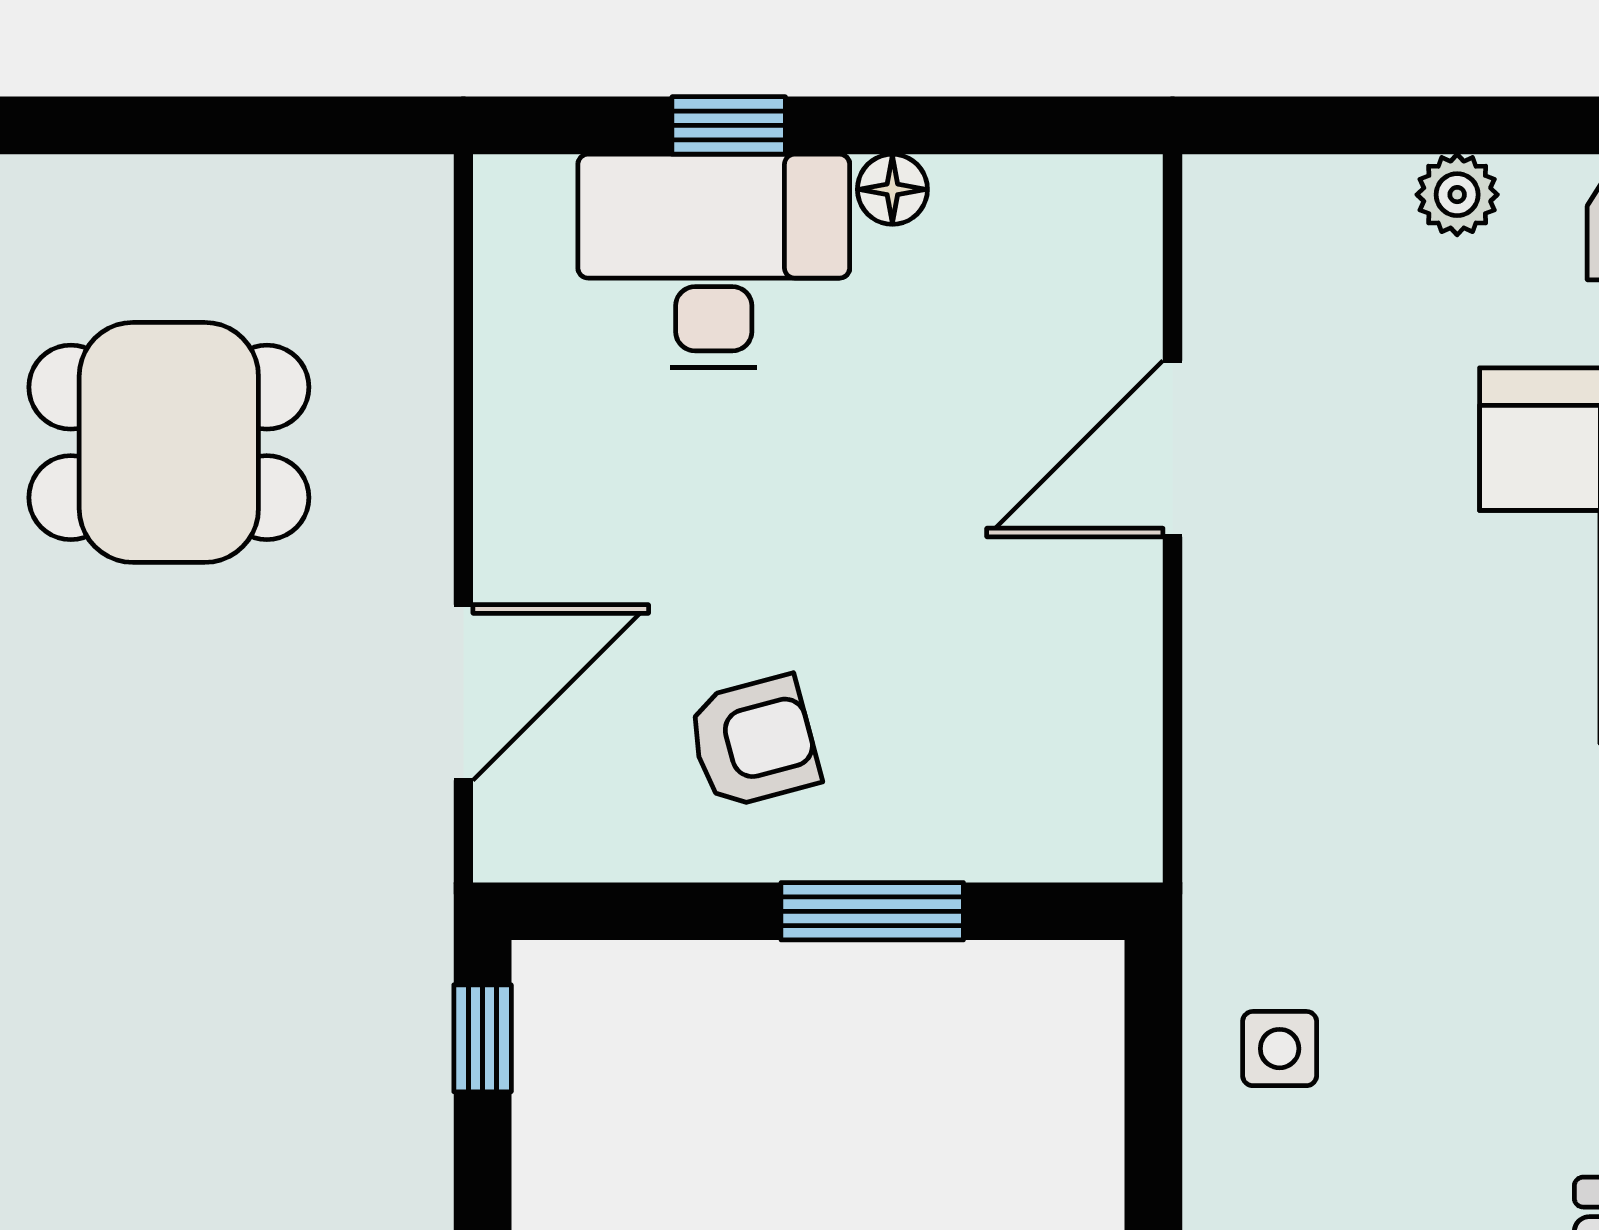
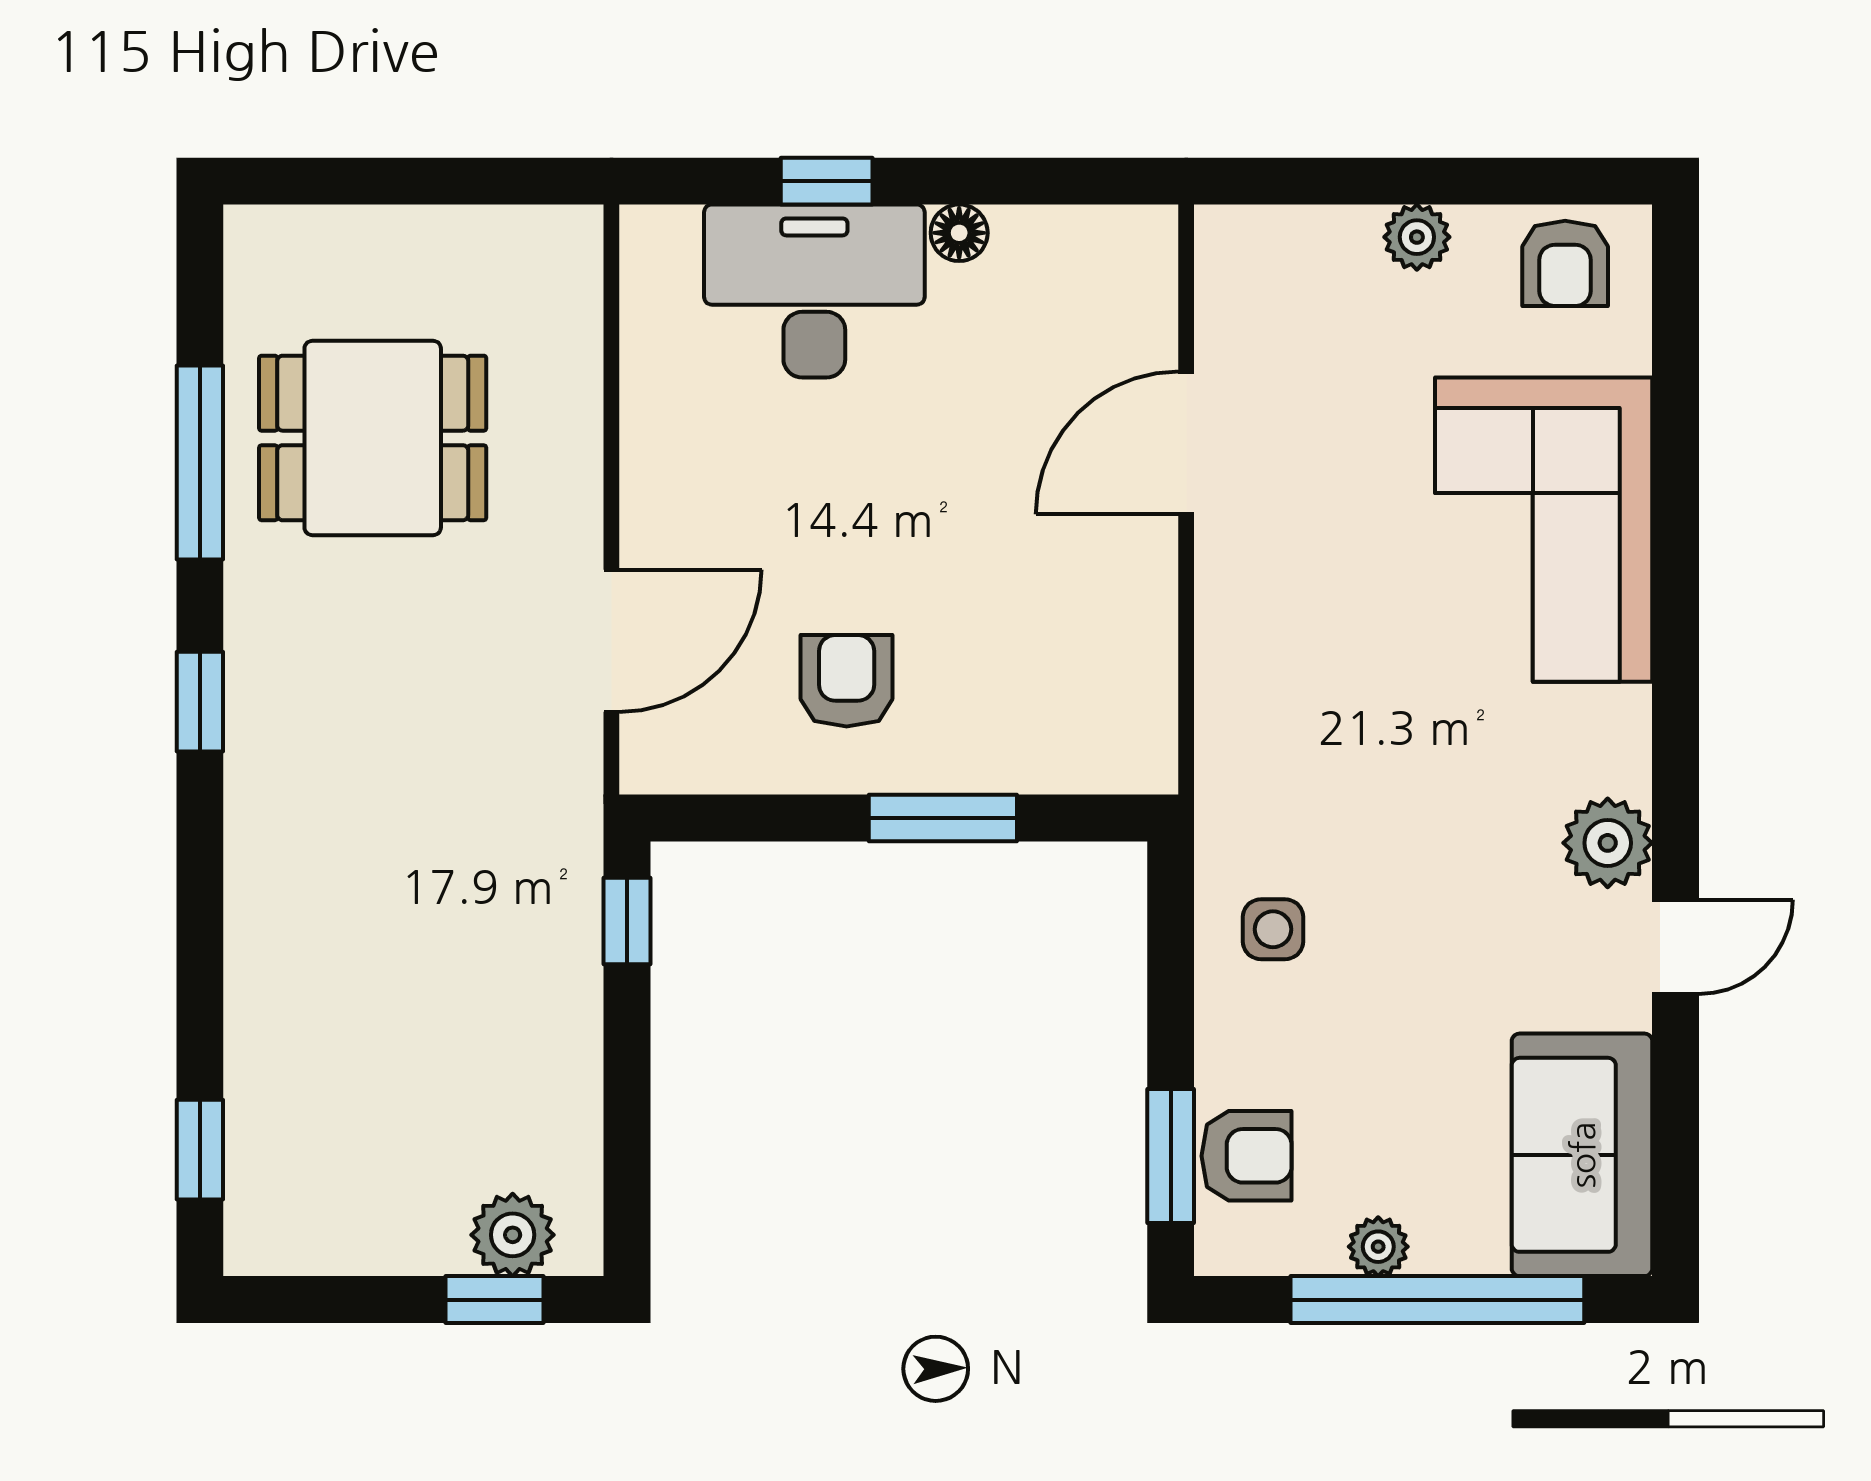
armchair: (754, 742) -> (847, 681), turned -75

